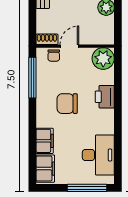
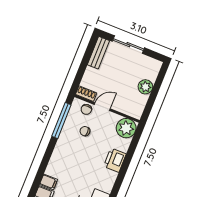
chair: (67, 104) -> (85, 131), moved, width x0.54, depth x0.54
filing cabinet: (45, 141) -> (49, 182), width x0.50

